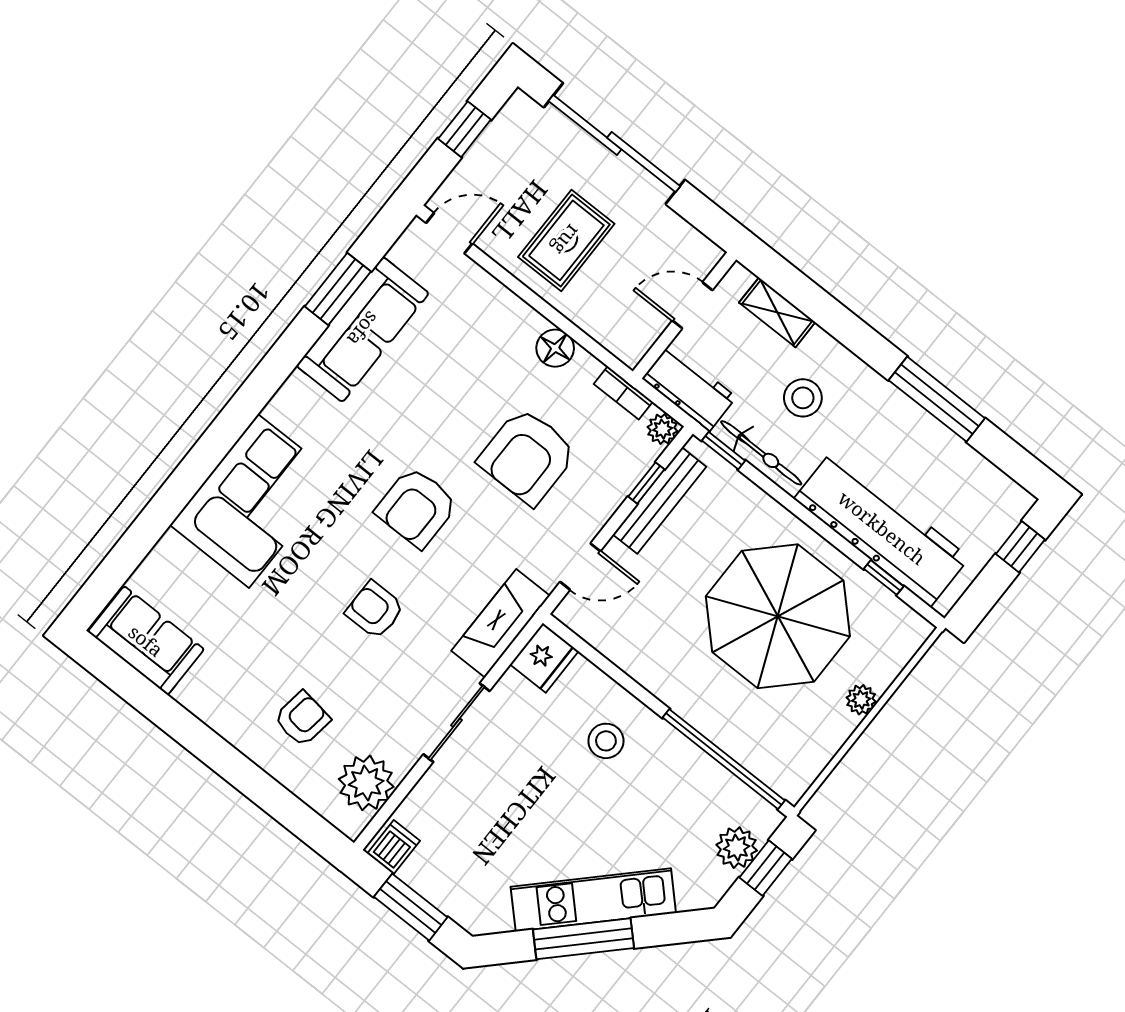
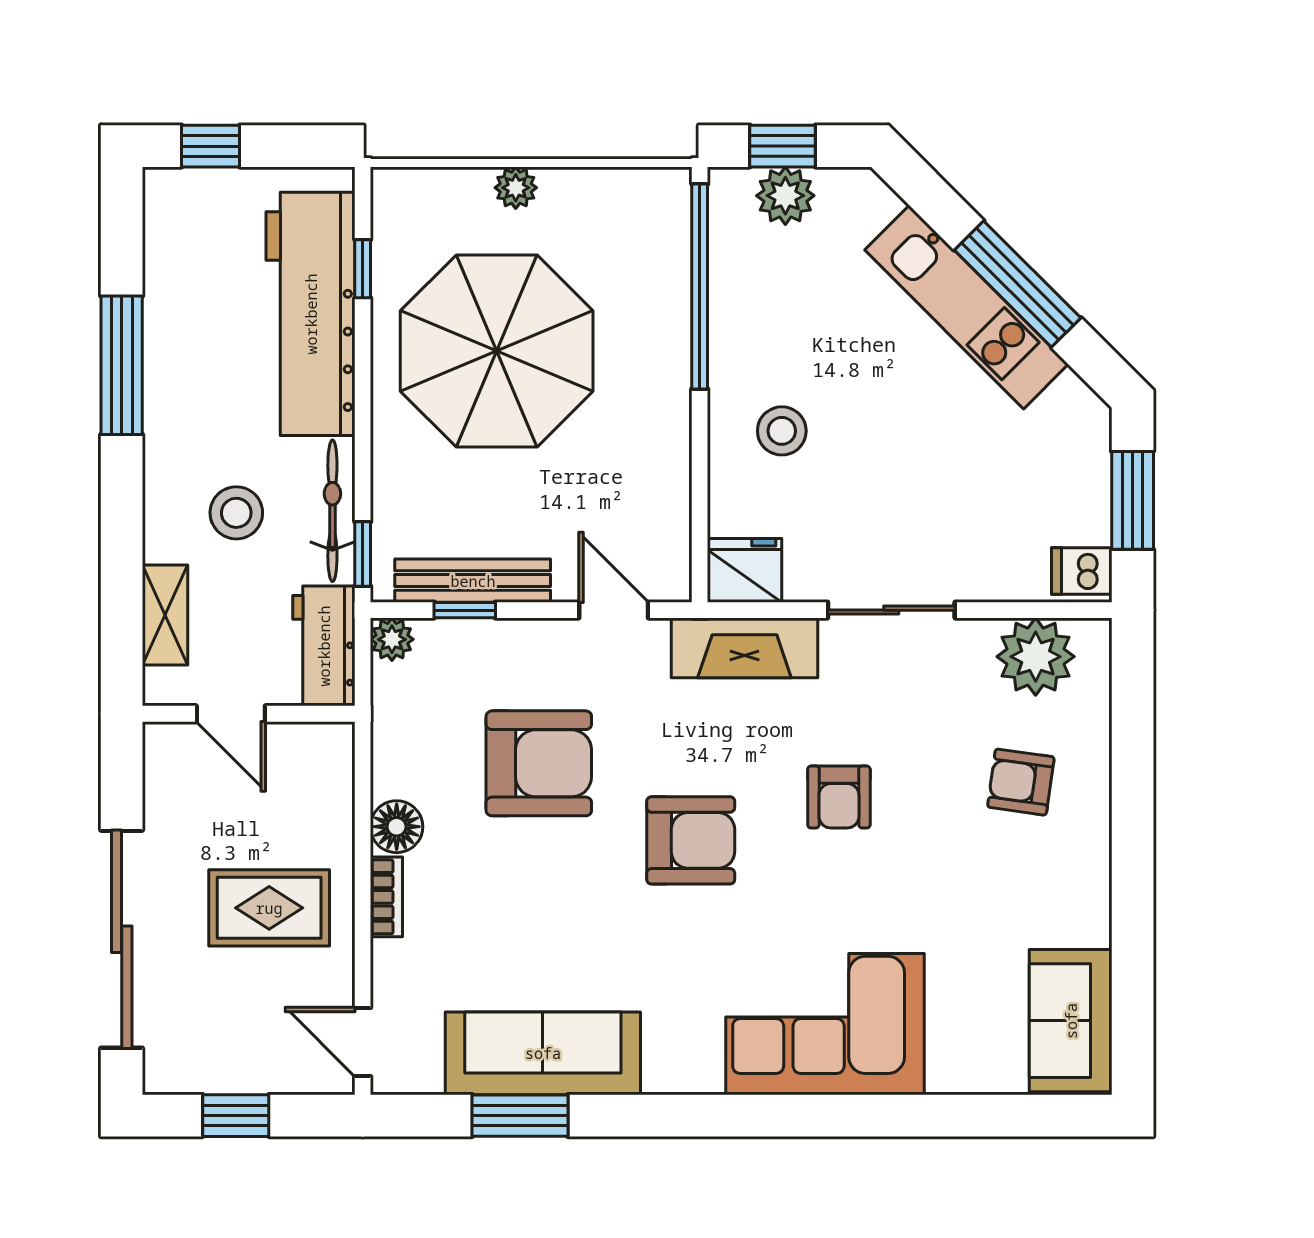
bookcase: (623, 393) -> (386, 897), moved

